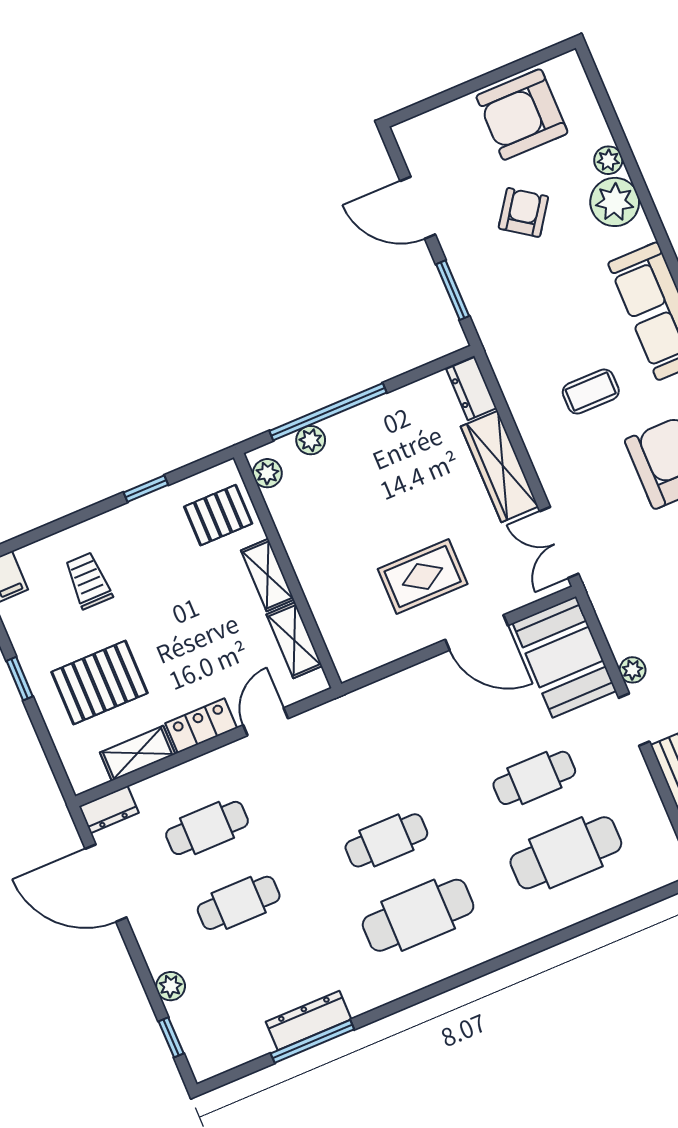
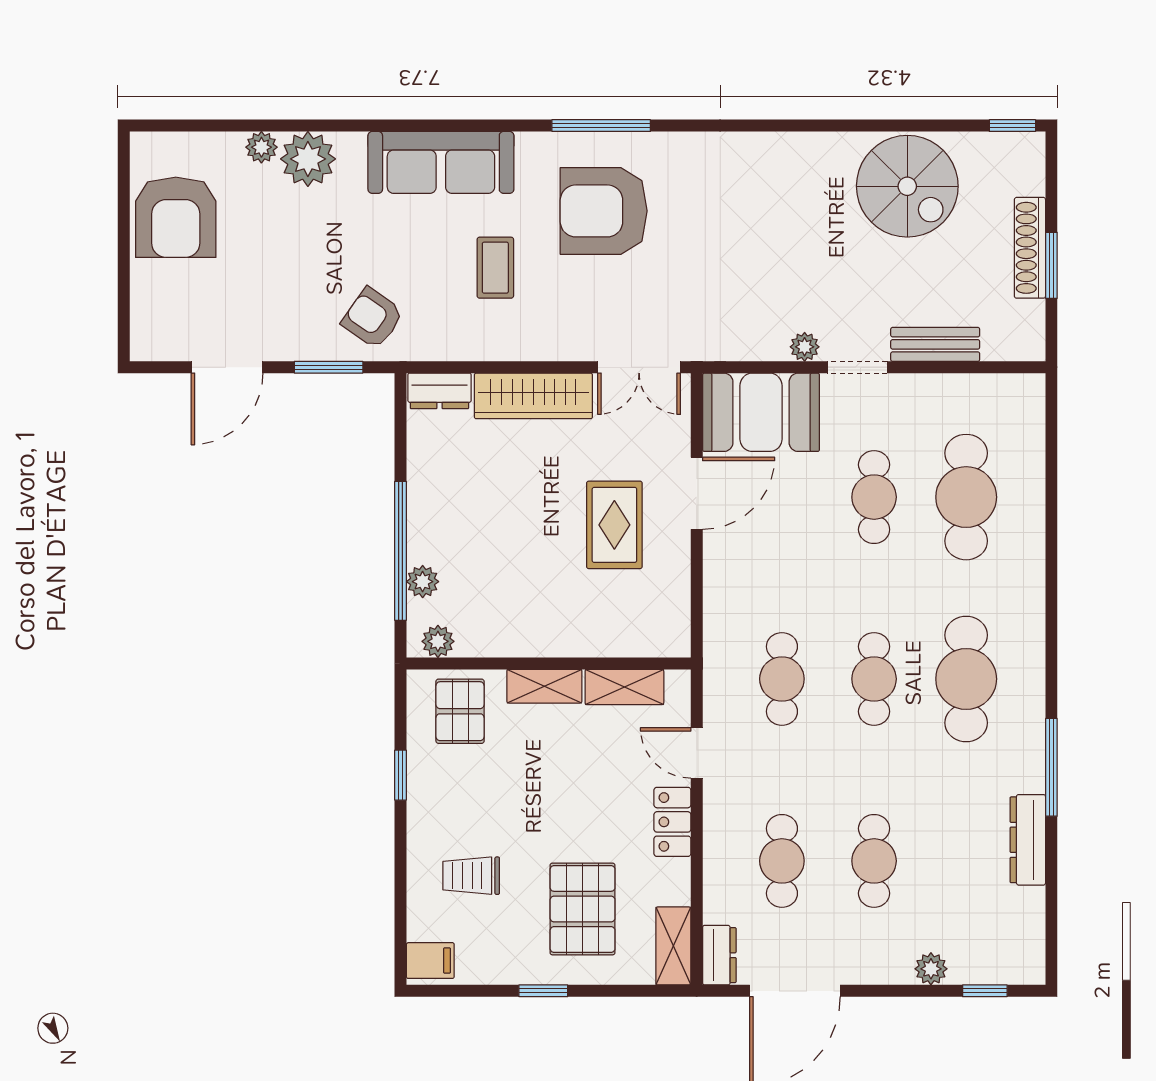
armchair: (523, 212) -> (373, 318), moved
shelving: (138, 753) -> (673, 946), moved
cafe table: (355, 766) -> (782, 679), added
window: (312, 1041) -> (1051, 767), moved

